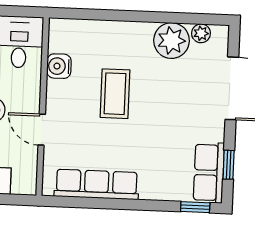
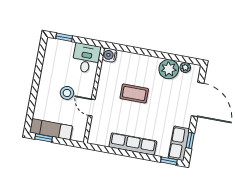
water cooler: (59, 66) -> (109, 55), moved
coffee table: (115, 94) -> (134, 94), turned 90
row of seats: (97, 184) -> (133, 144), moved

